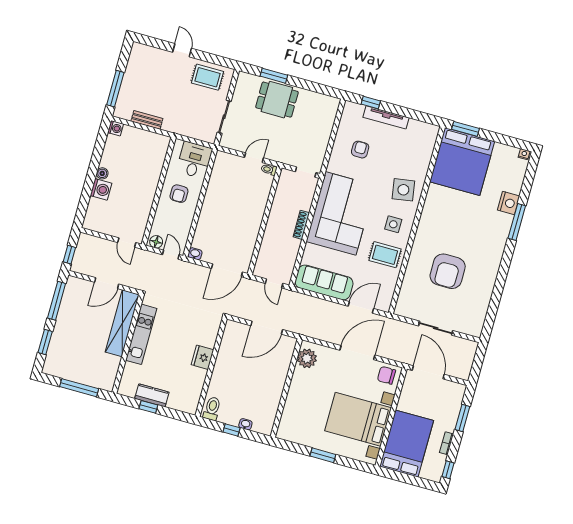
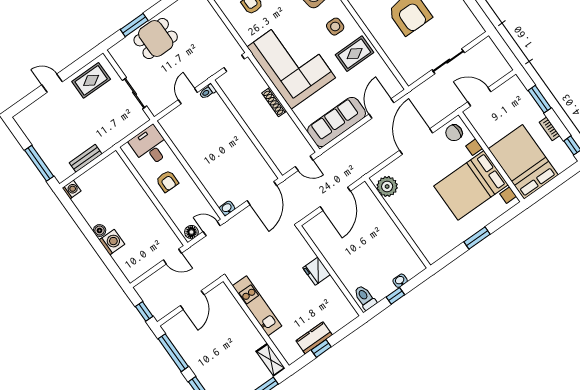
shelving: (122, 323) -> (271, 360), moved, width x0.45, depth x0.75
door: (428, 372) -> (479, 97), width x0.73

